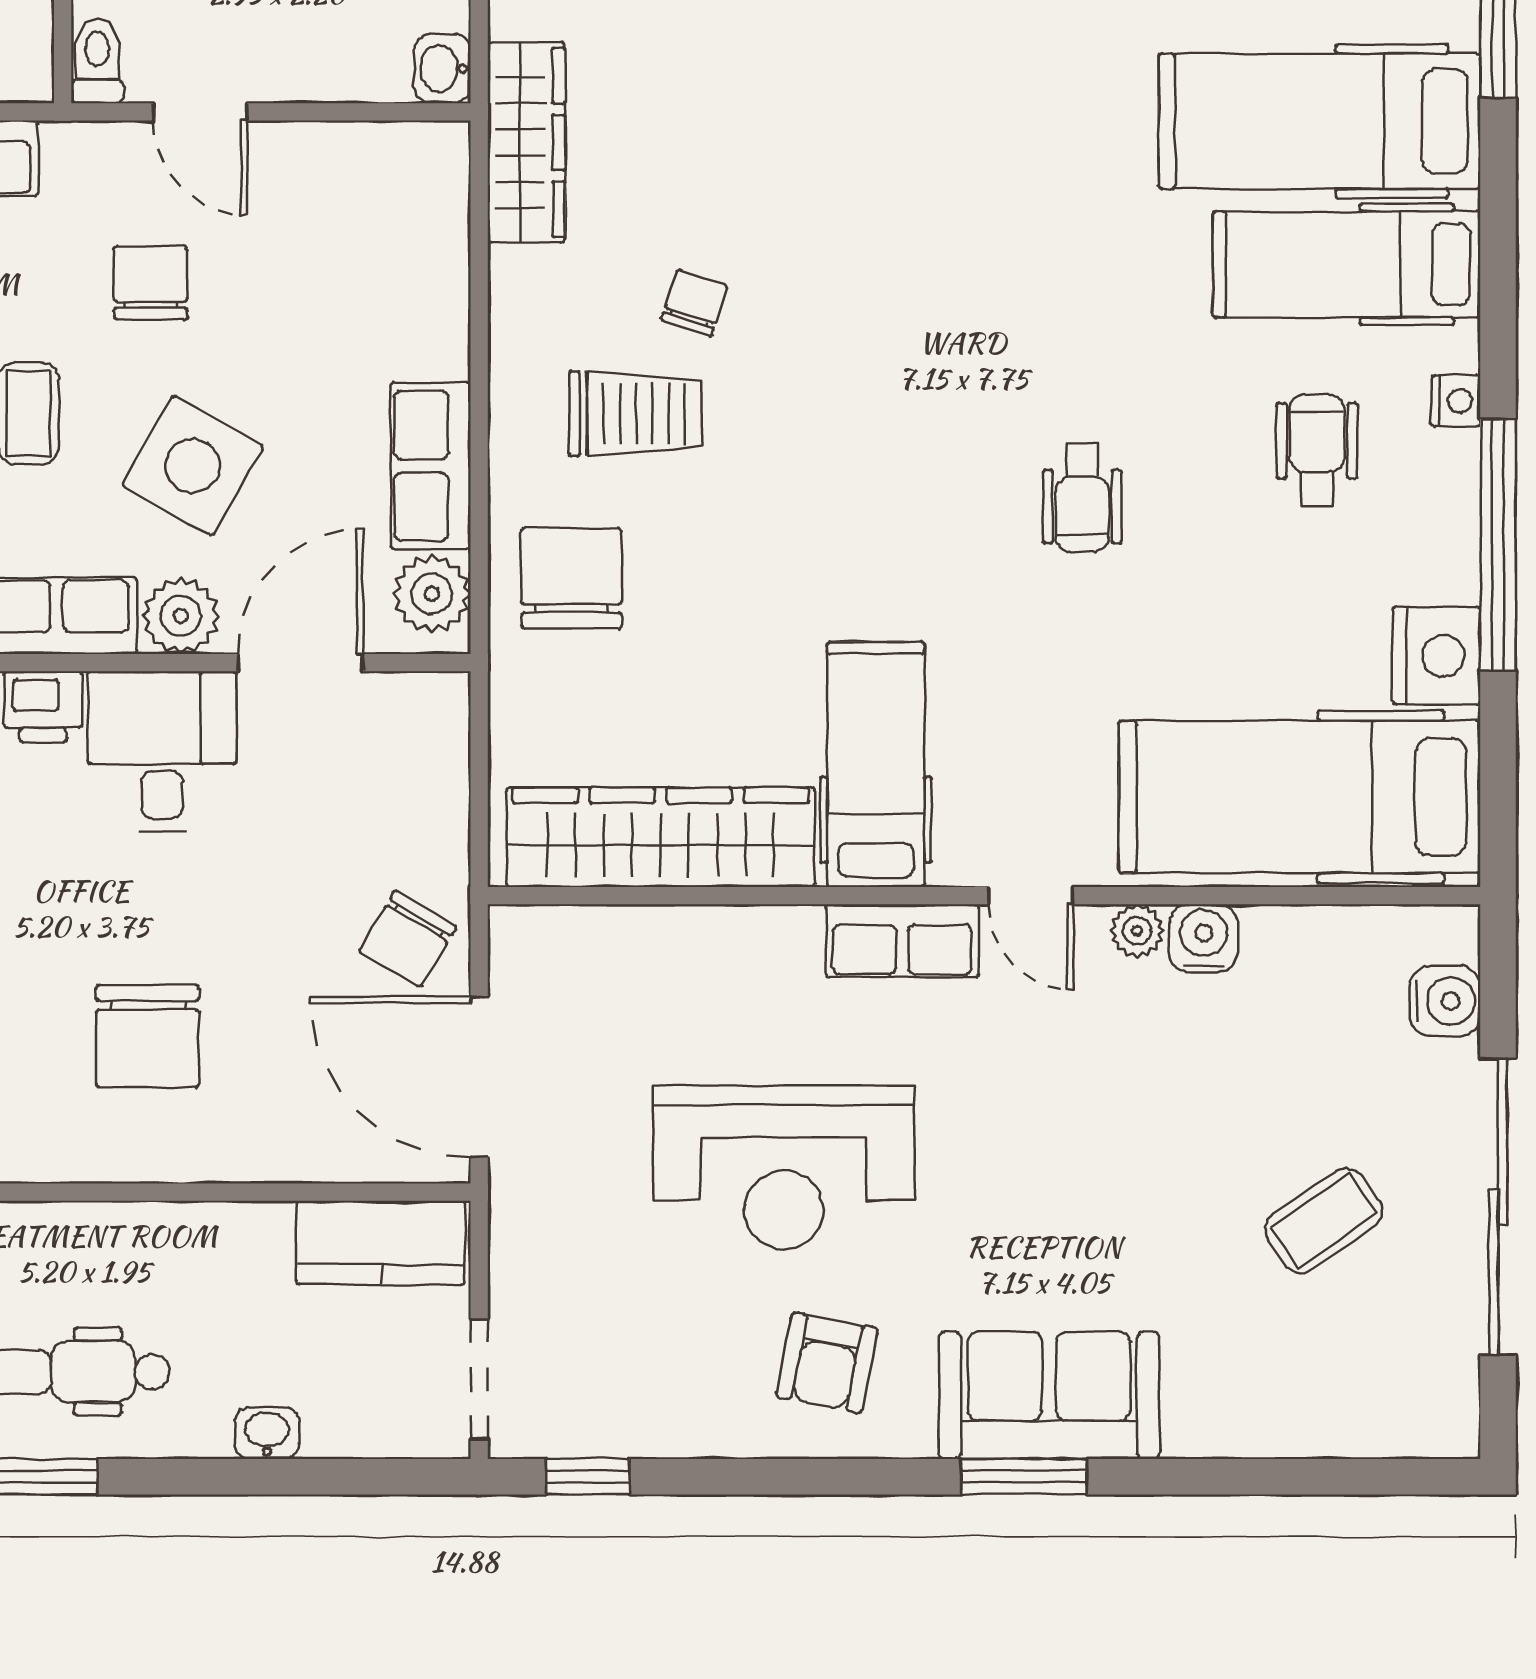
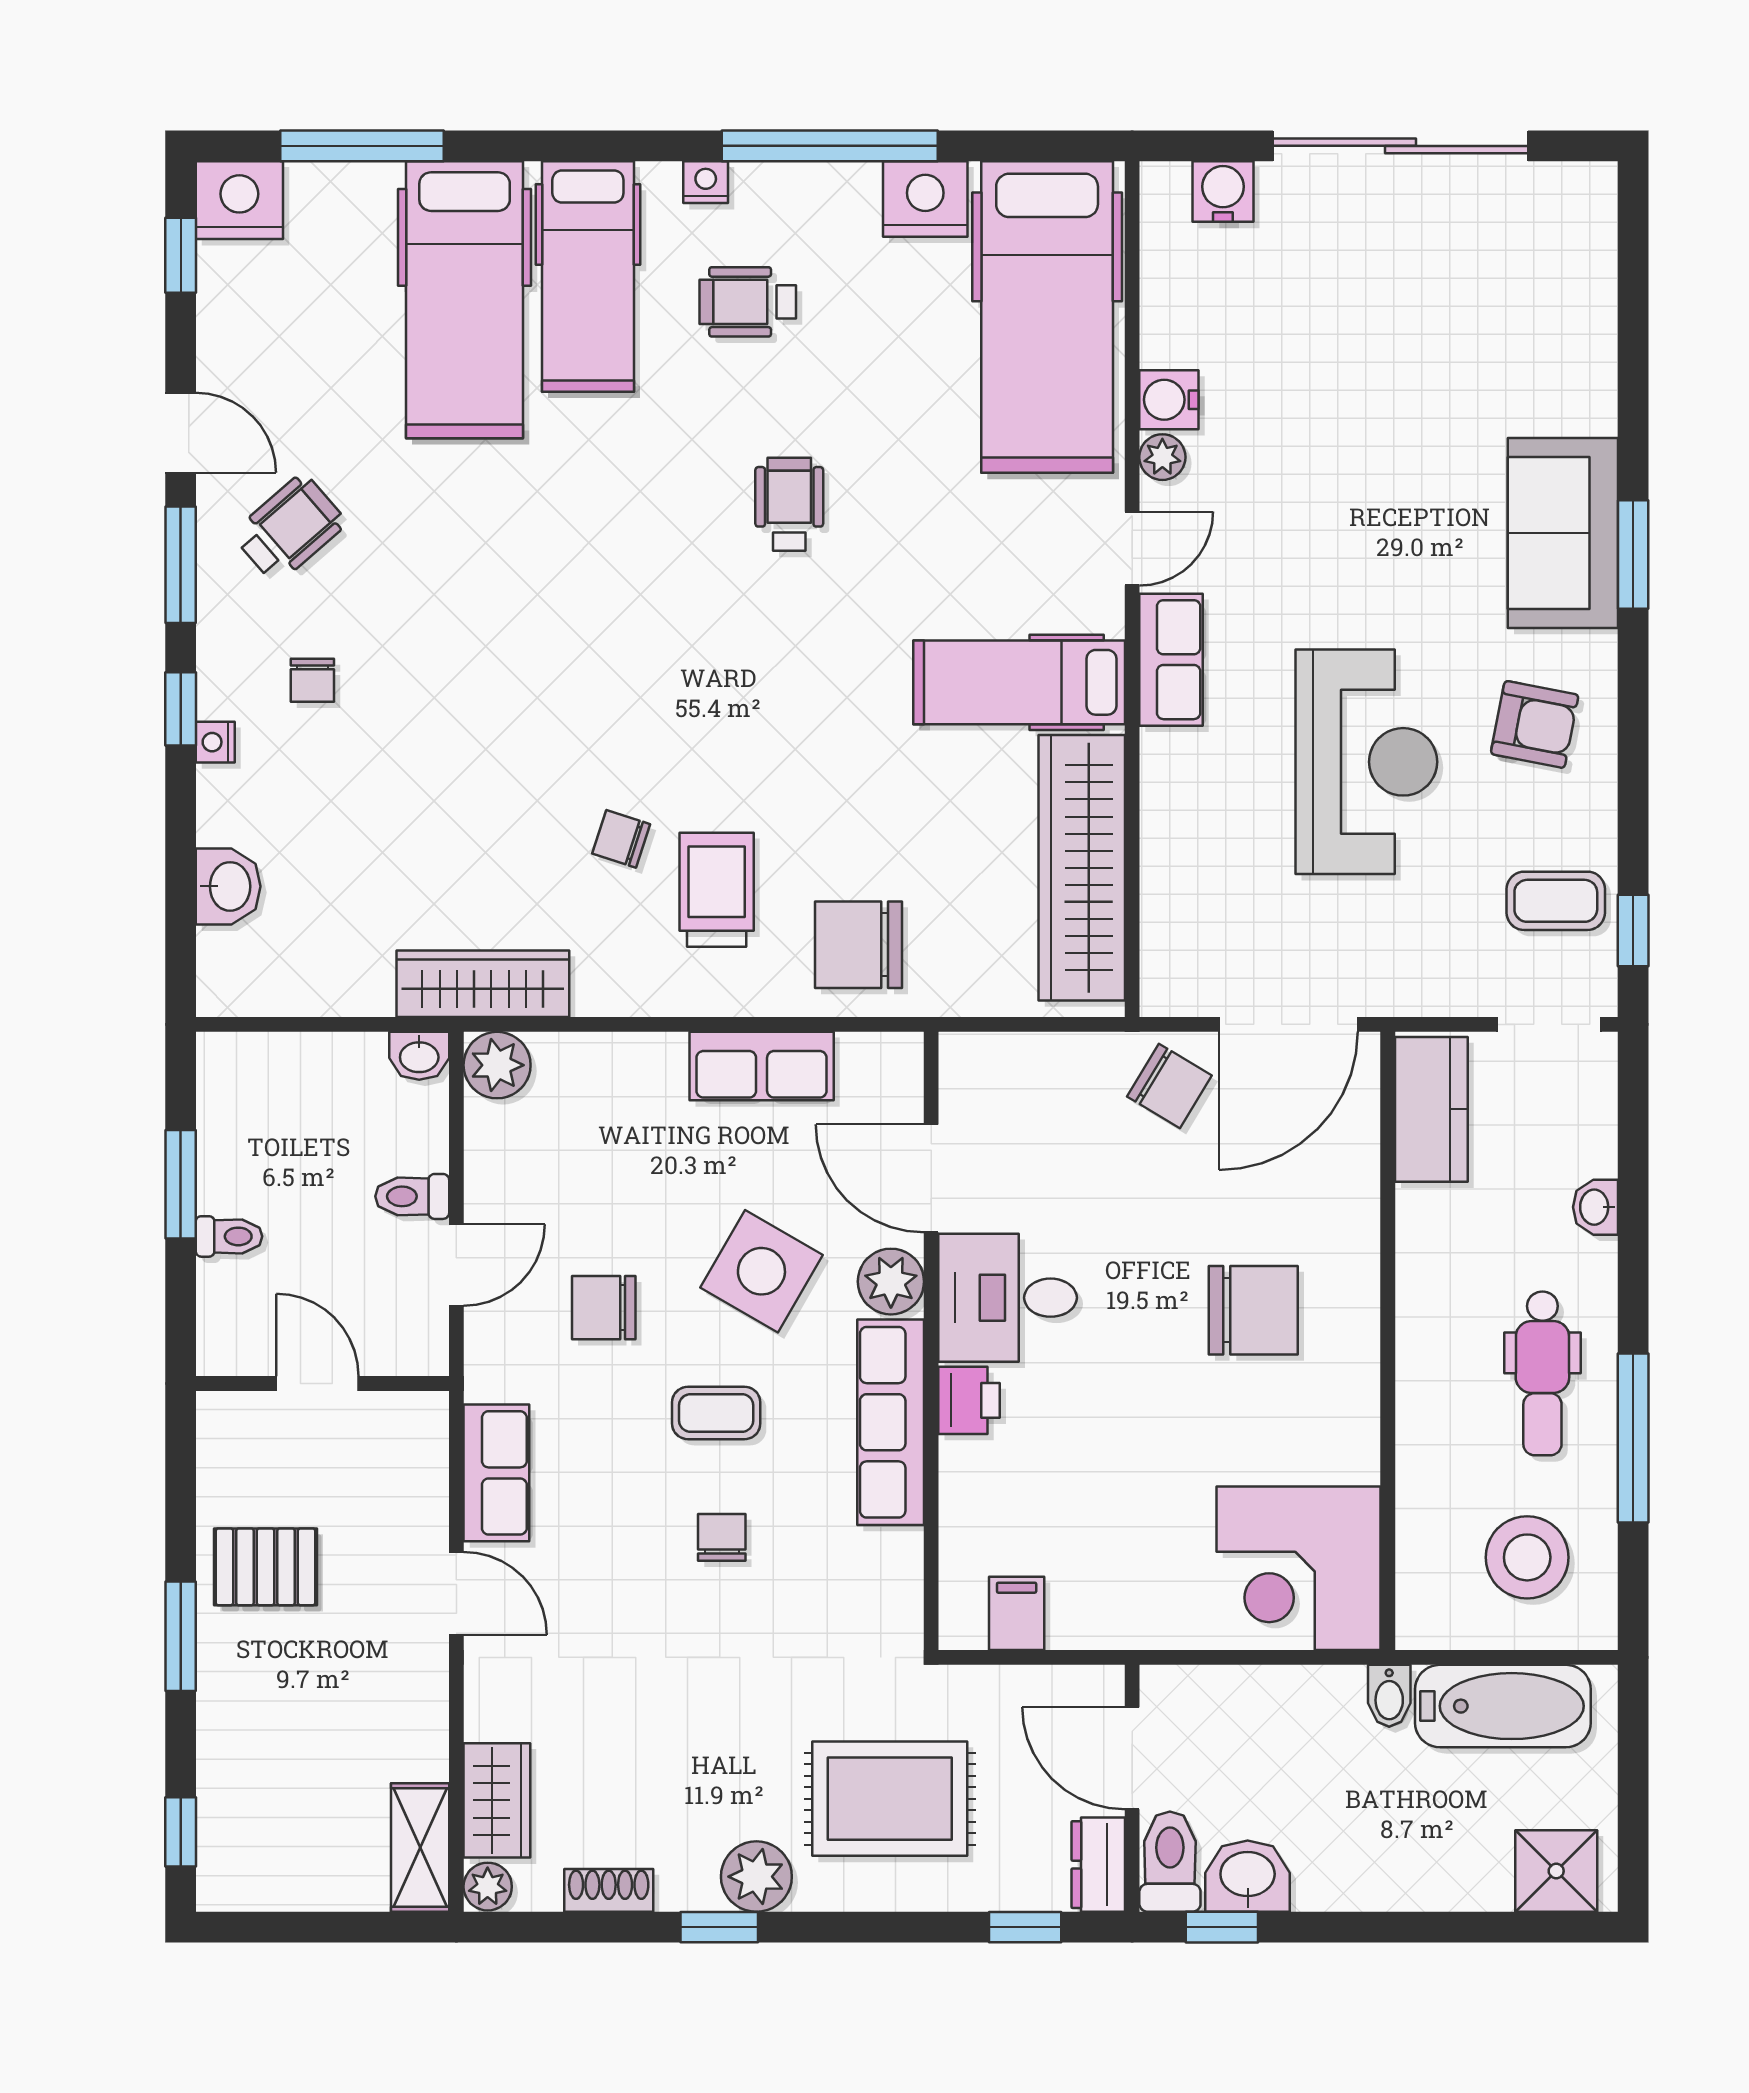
toilet: (97, 61) -> (412, 1196), moved
wheelchair: (1082, 498) -> (789, 504), turned -90
plant: (432, 594) -> (497, 1065), moved
coffee table: (1324, 1221) -> (1556, 901), moved, turned -55

